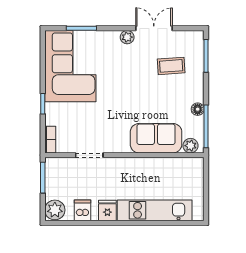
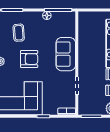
armchair: (131, 82) -> (29, 59), added
sofa: (156, 138) -> (66, 54), moved
plant: (191, 146) -> (71, 20), removed

